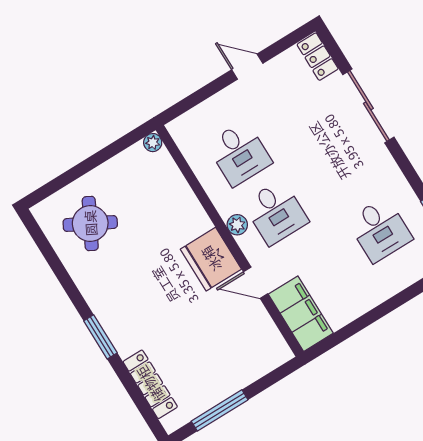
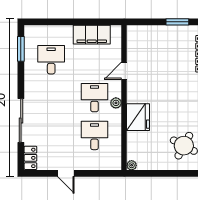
fridge: (211, 259) -> (138, 117), moved
door: (256, 283) -> (124, 71), swing flipped
filing cabinet: (301, 314) -> (92, 35), moved, turned -90
window: (220, 410) -> (177, 22), width x0.69

